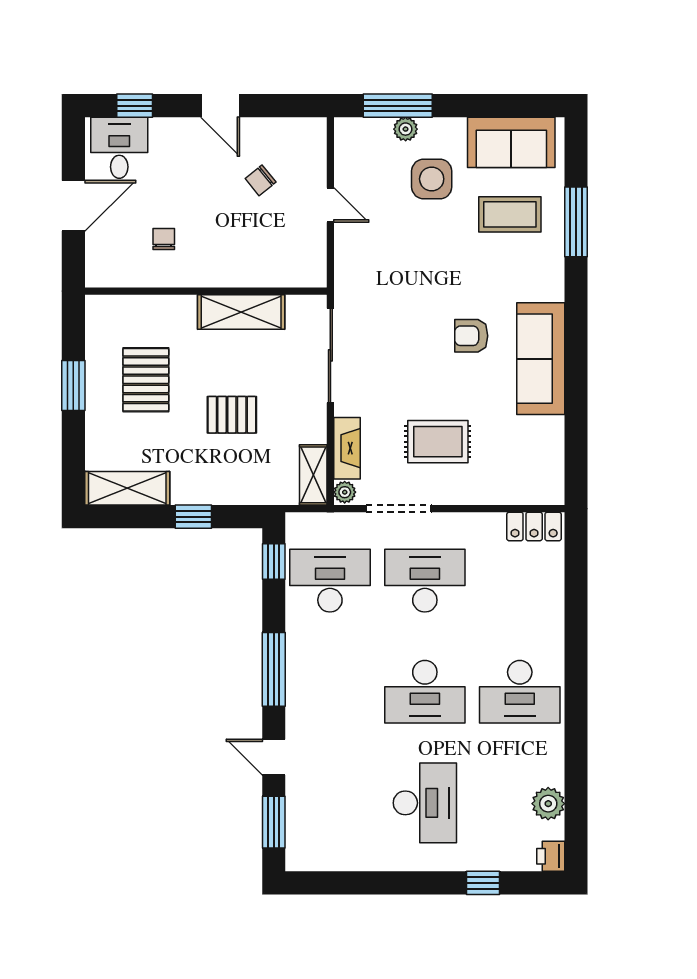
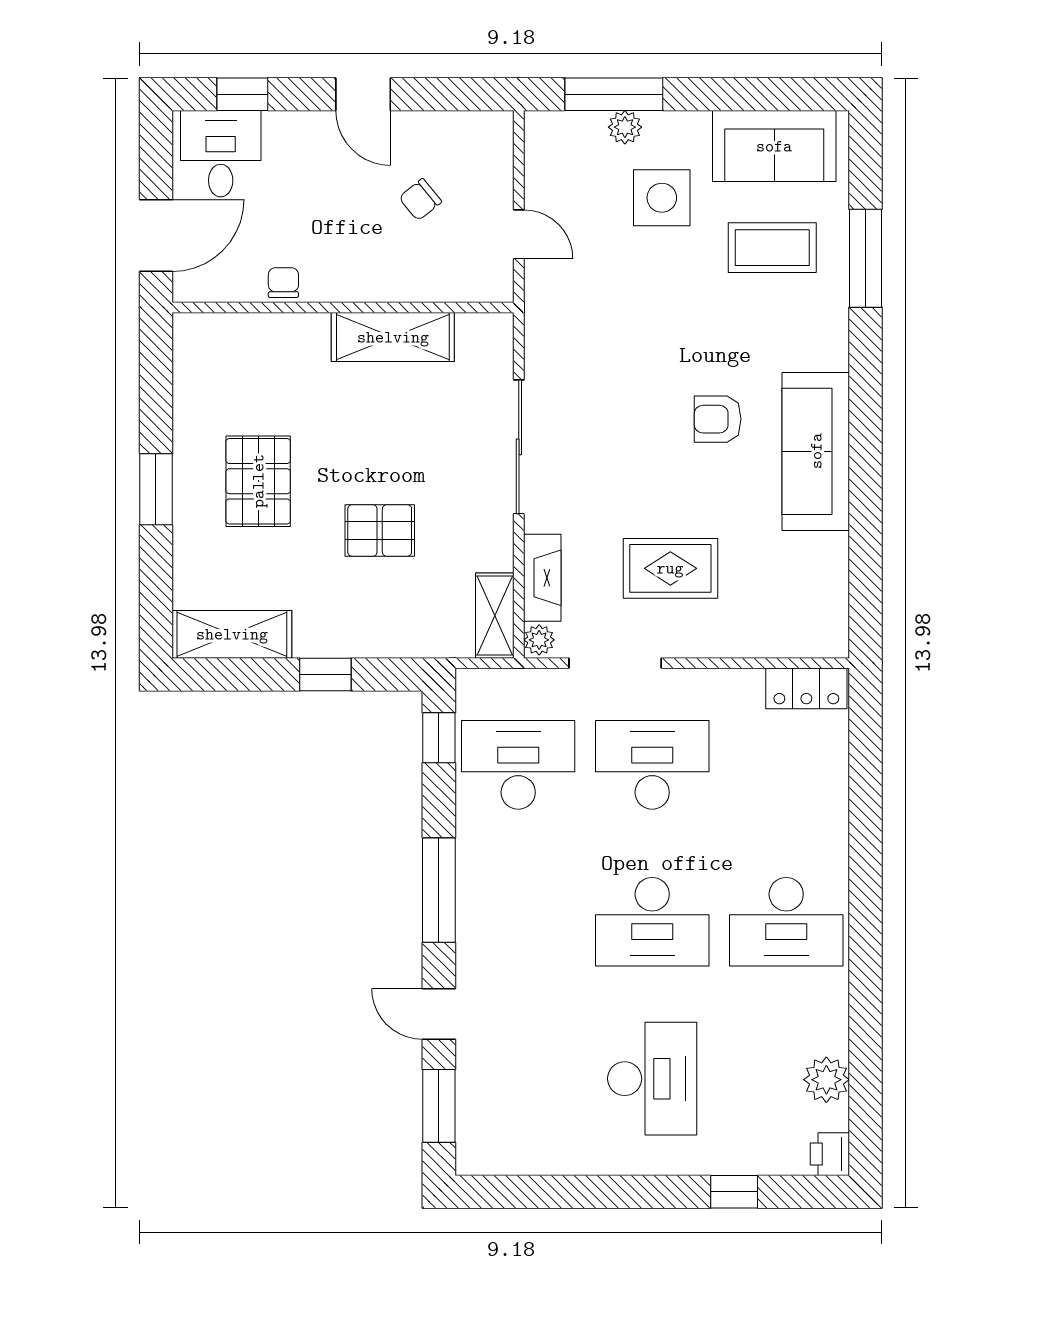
wall: (206, 291) -> (343, 308), moved
shelving: (241, 312) -> (393, 337), moved

